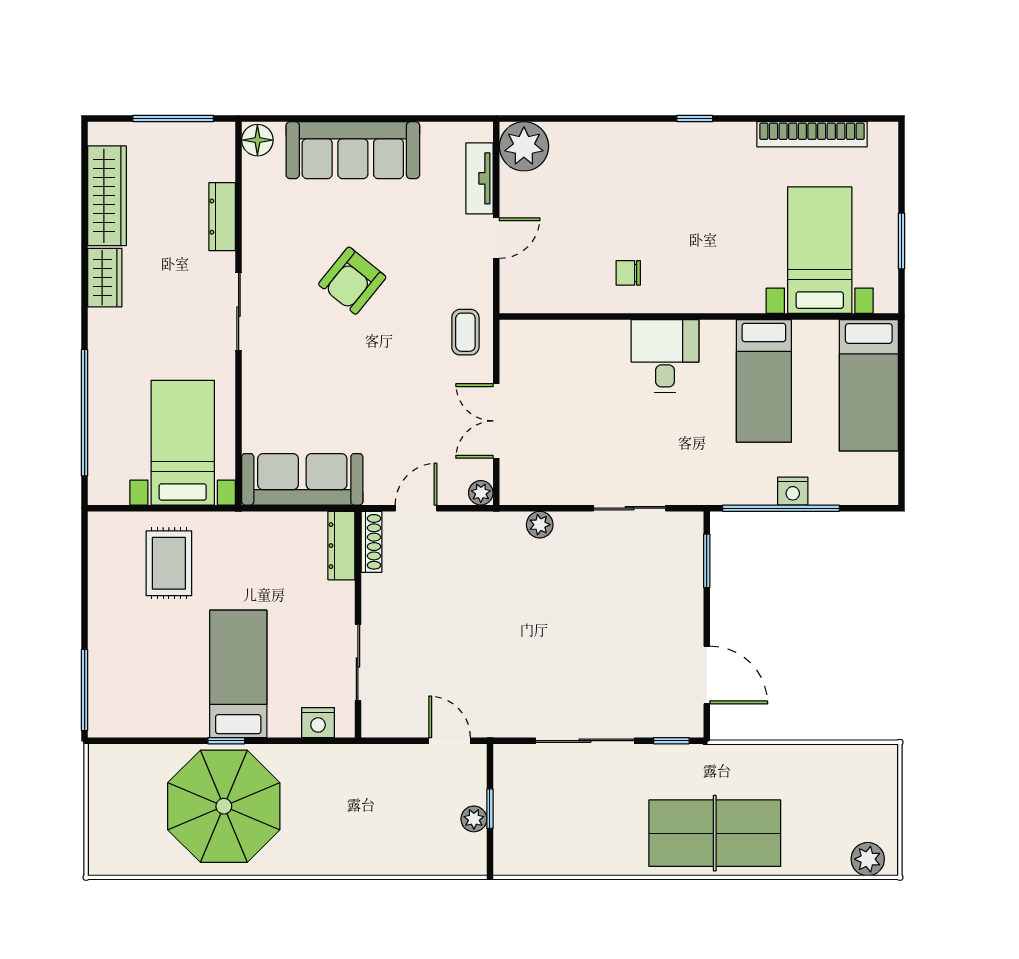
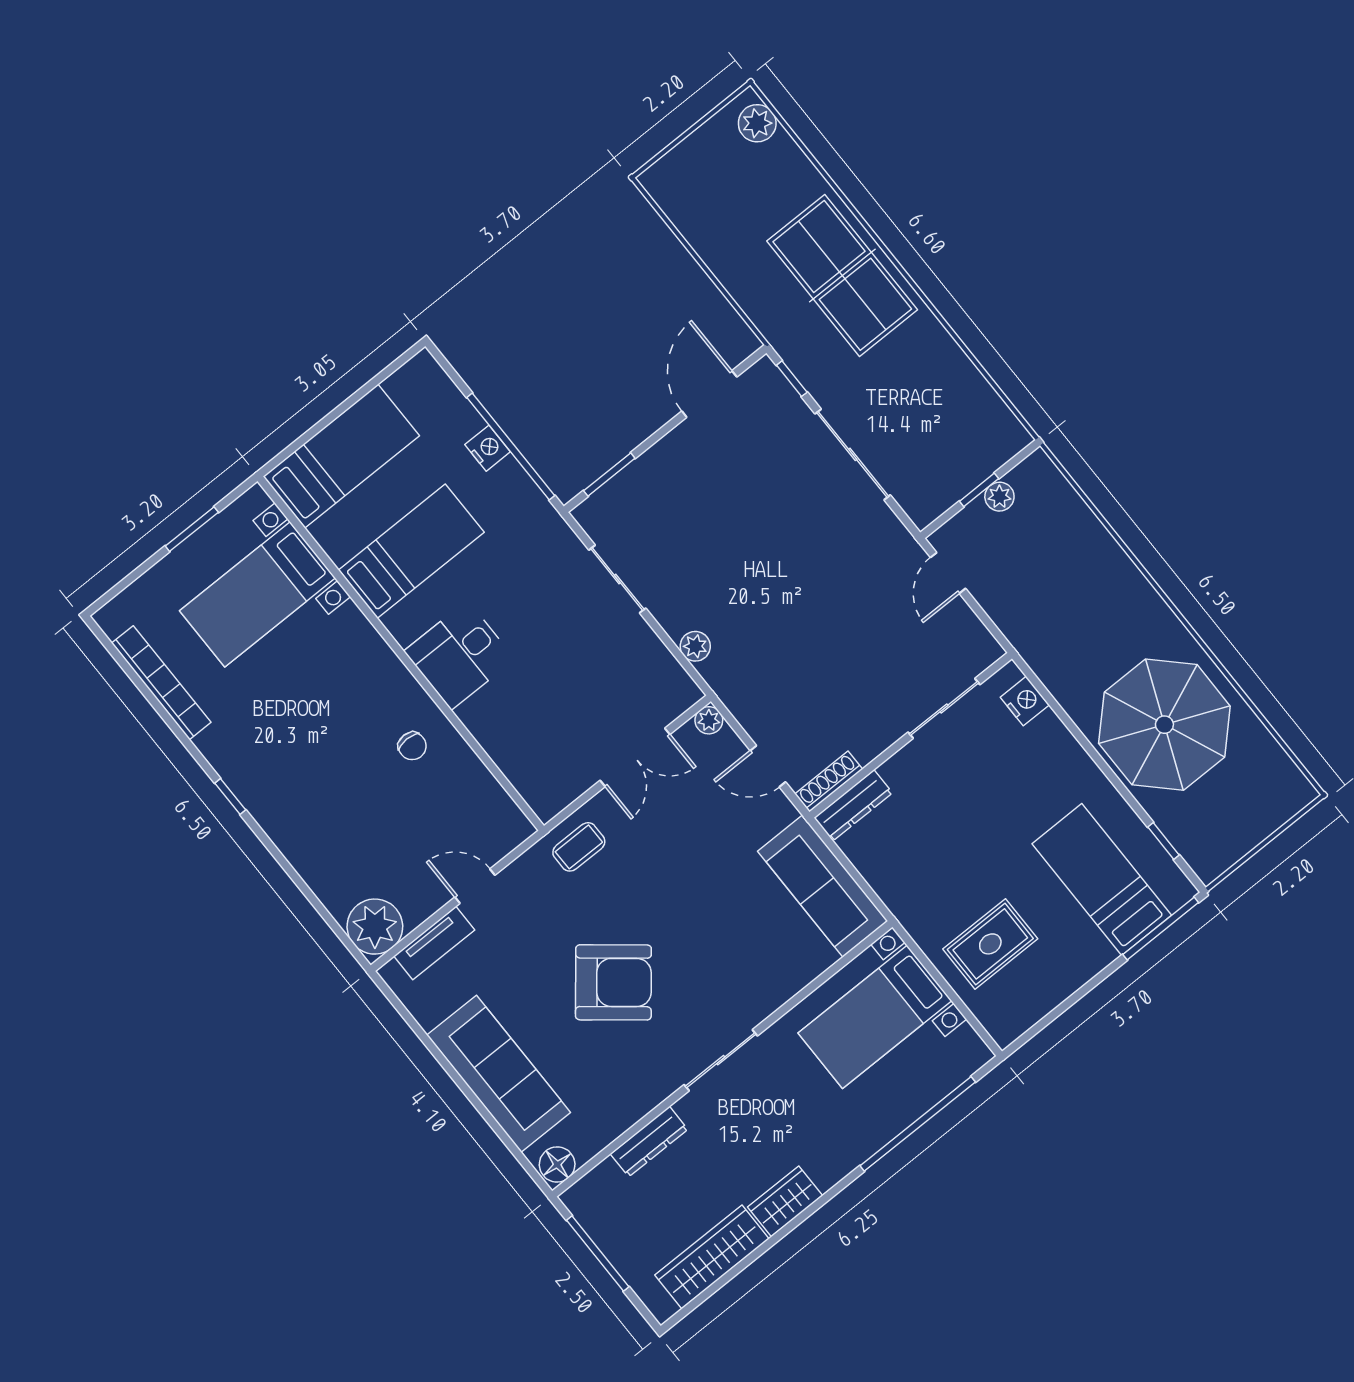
armchair: (352, 281) -> (613, 982), width x1.36, depth x1.36
bed: (238, 674) -> (1102, 880), moved, turned 90
window: (226, 741) -> (1163, 841), moved

